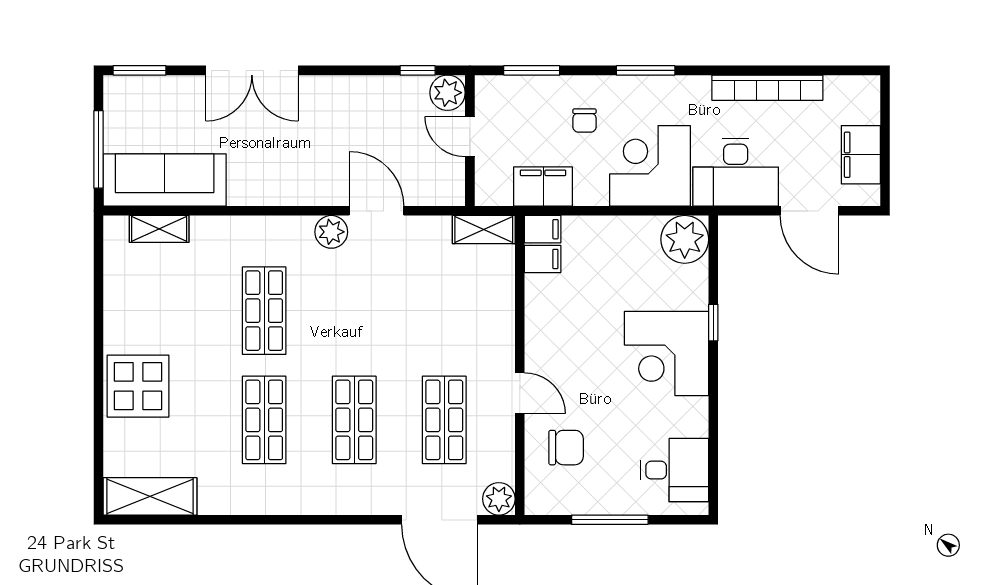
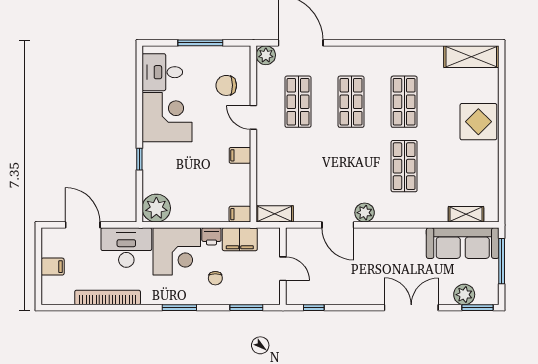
plant: (448, 93) -> (464, 295), moved
chair: (584, 120) -> (215, 278), turned 180
filing cabinet: (861, 155) -> (53, 267), width x0.50
printer: (591, 191) -> (211, 236), added
filing cabinet: (543, 259) -> (240, 155), moved
corner desk: (667, 353) -> (167, 117), moved

